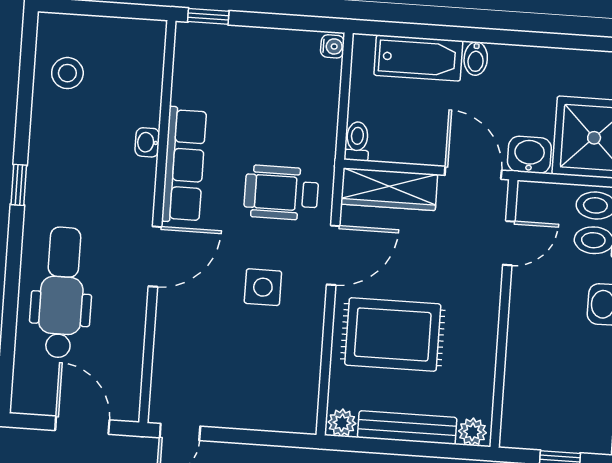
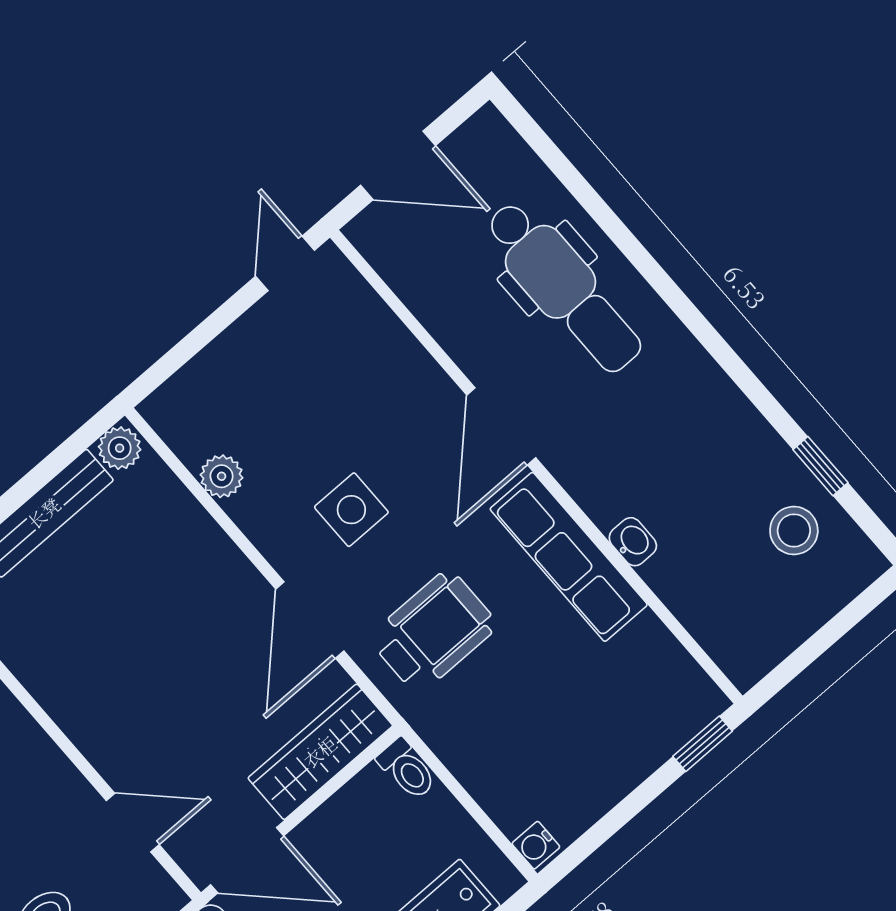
window: (19, 185) -> (820, 466), moved
door: (509, 243) -> (133, 823), swing flipped
rug: (393, 334) -> (160, 598), removed
plant: (308, 363) -> (222, 476), added

